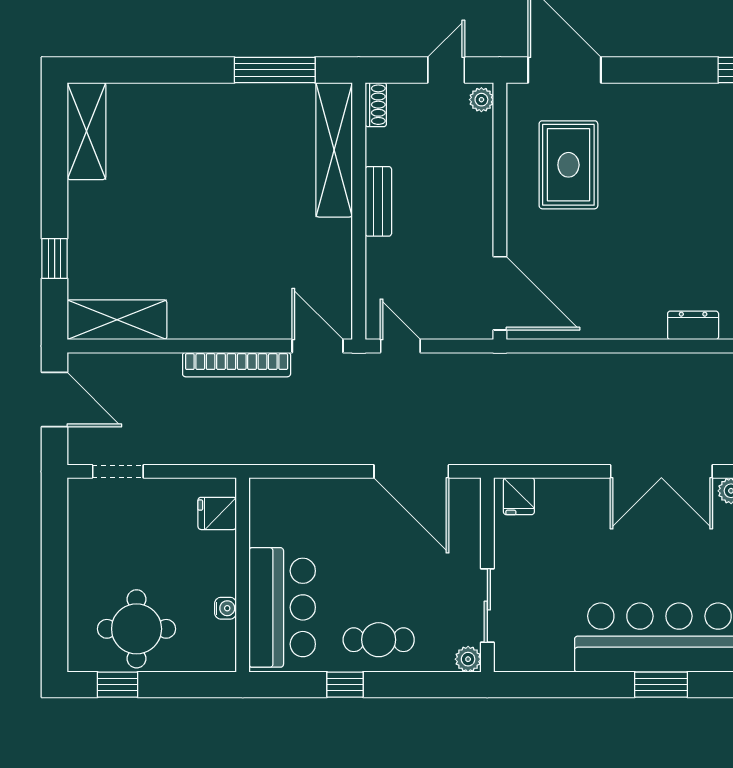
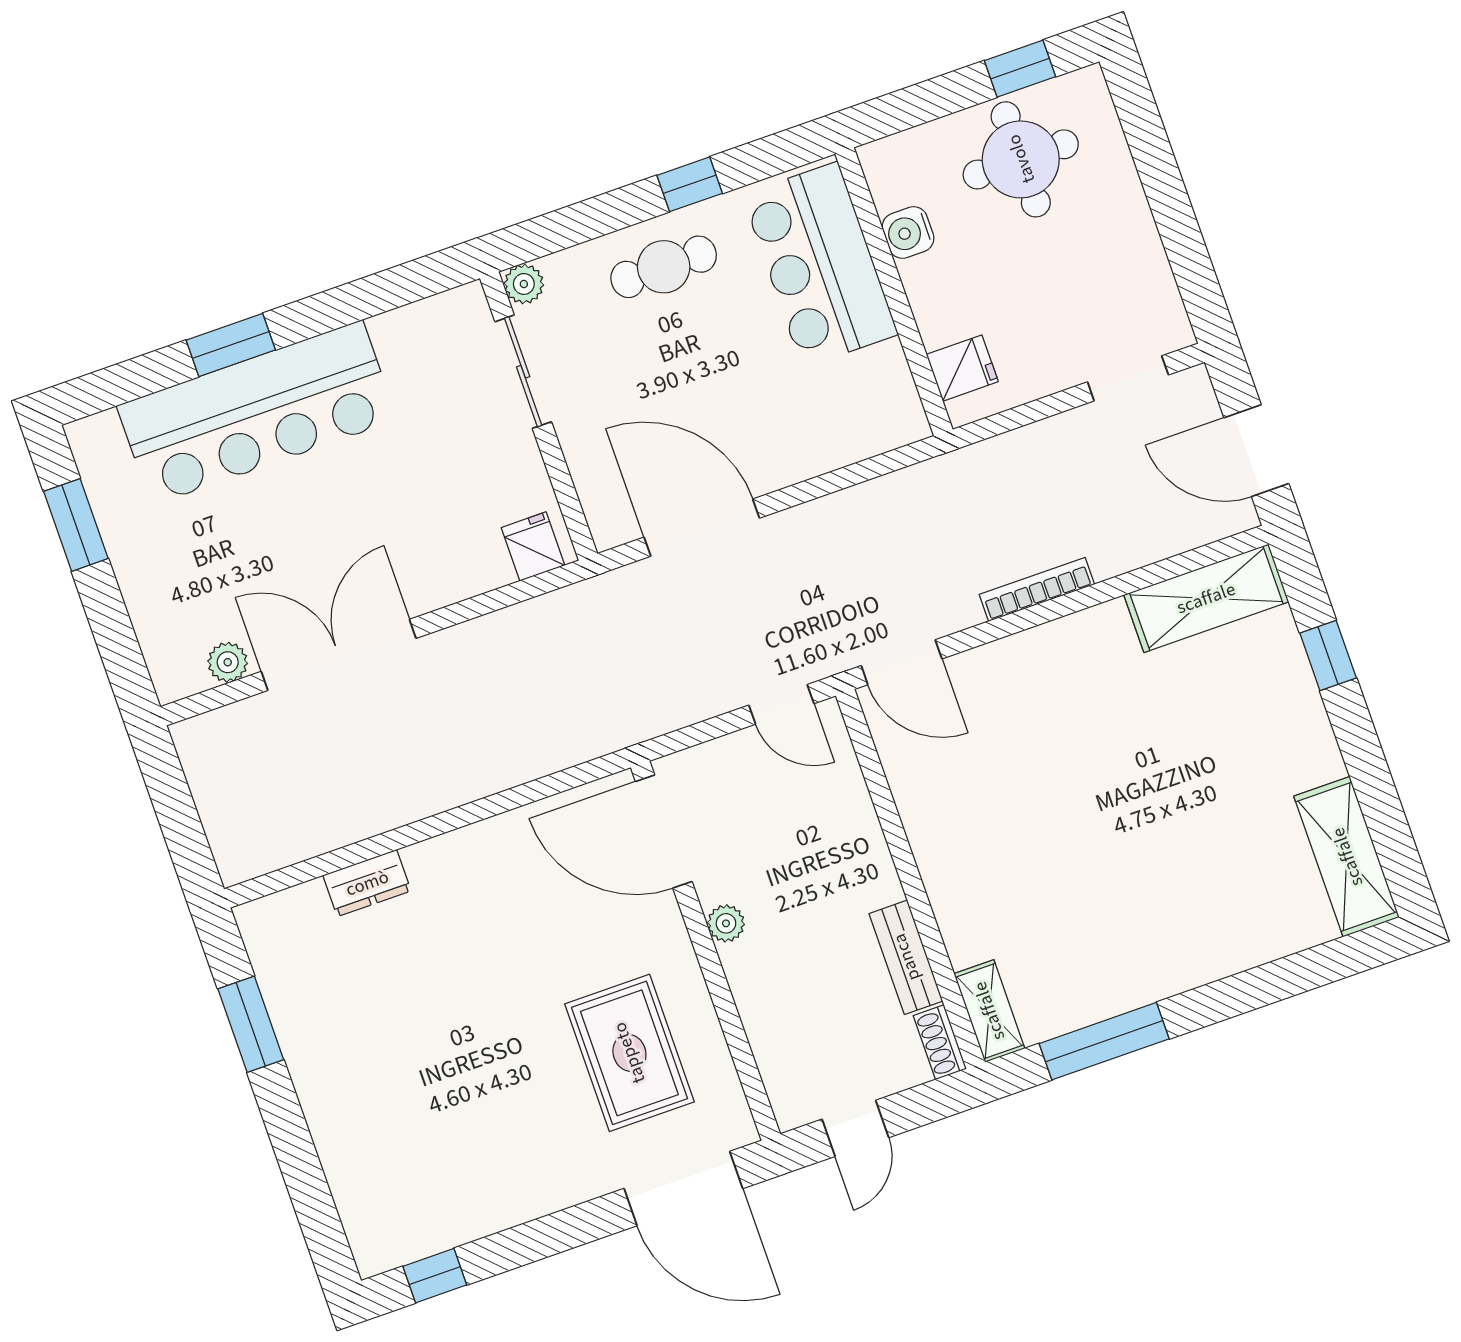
plant: (481, 100) -> (726, 923), moved
shelving: (334, 150) -> (989, 1011), width x0.45, depth x0.75
bench: (378, 201) -> (906, 957), moved
bookcase: (237, 365) -> (1037, 589), width x0.68, depth x0.76
water cooler: (225, 608) -> (908, 232), width x1.38, depth x1.38

